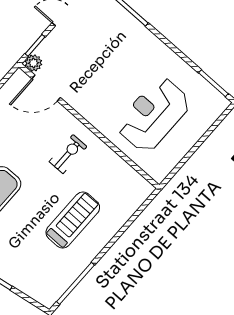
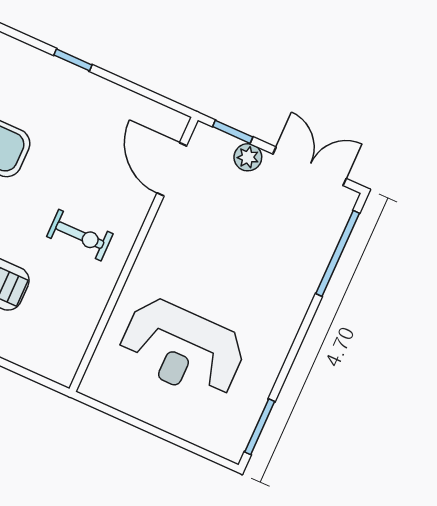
plant: (33, 63) -> (248, 157), moved
reception desk: (154, 115) -> (182, 349), turned 180

